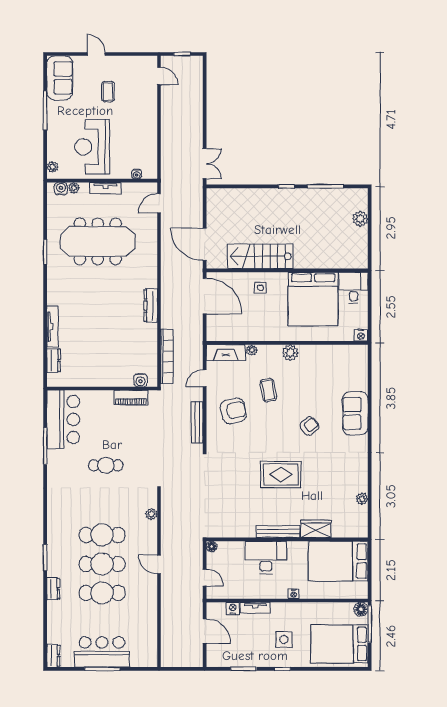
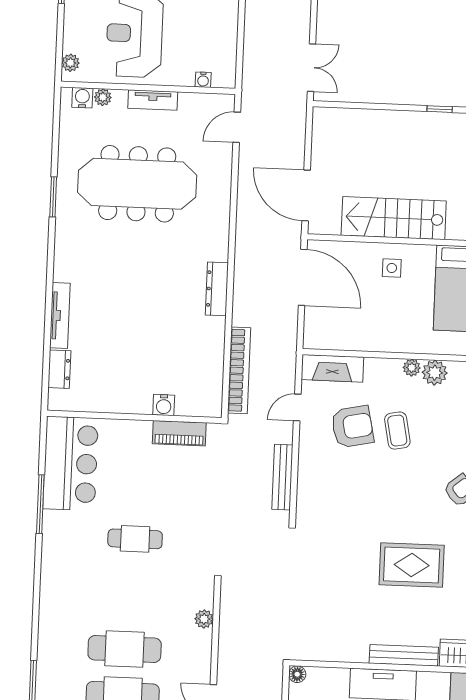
plant: (252, 350) -> (412, 368), moved
water cooler: (140, 380) -> (164, 405), moved
armchair: (233, 411) -> (352, 427), moved

